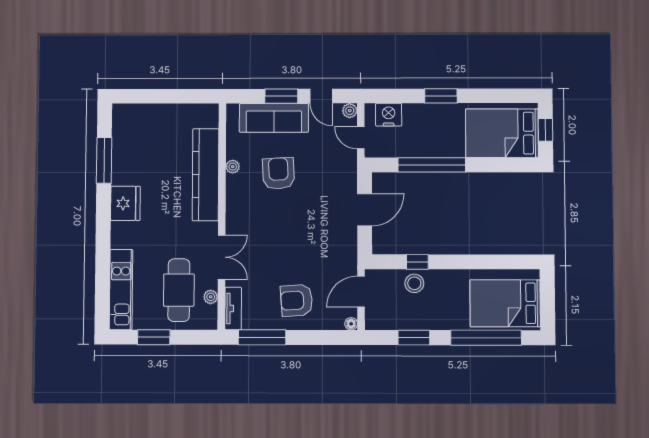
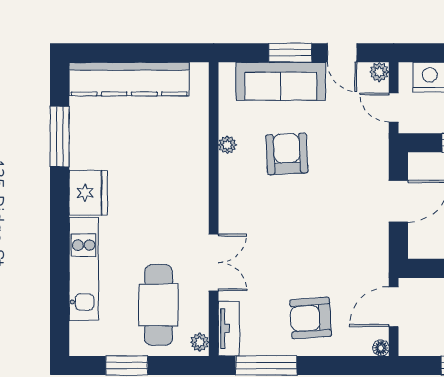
kitchen counter: (206, 175) -> (129, 79), moved, turned -90
kitchen unit: (121, 290) -> (84, 269), moved
plant: (211, 297) -> (200, 342), moved

